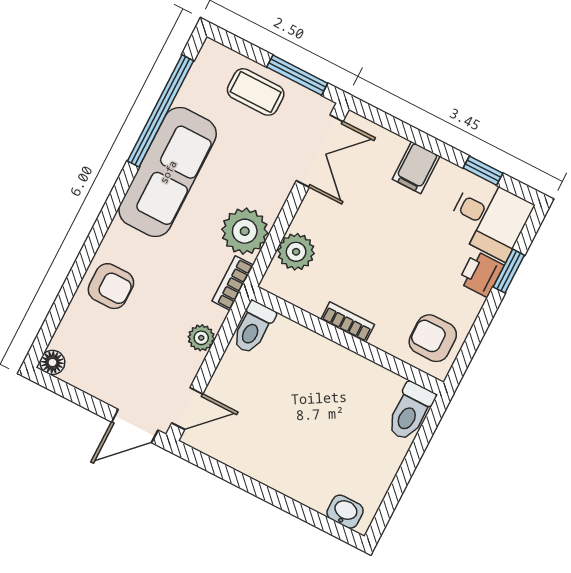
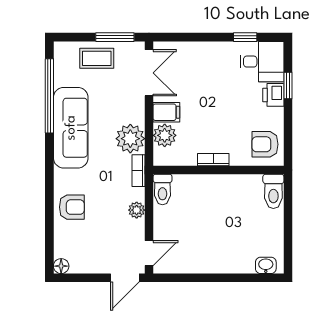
filing cabinet: (416, 168) -> (166, 112), moved, turned -90

